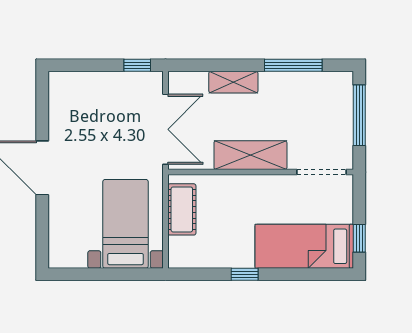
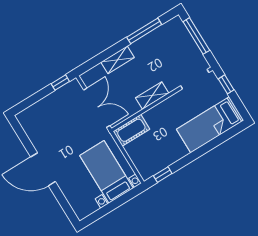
shelving: (250, 155) -> (152, 95), width x0.67, depth x0.75
cot: (182, 209) -> (131, 130), moved, turned 90
window: (359, 238) -> (226, 84), moved
window: (245, 274) -> (163, 175), moved

